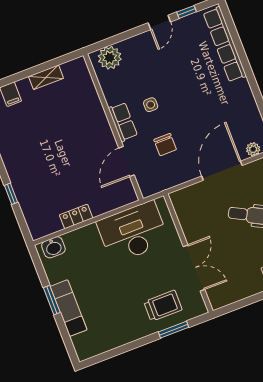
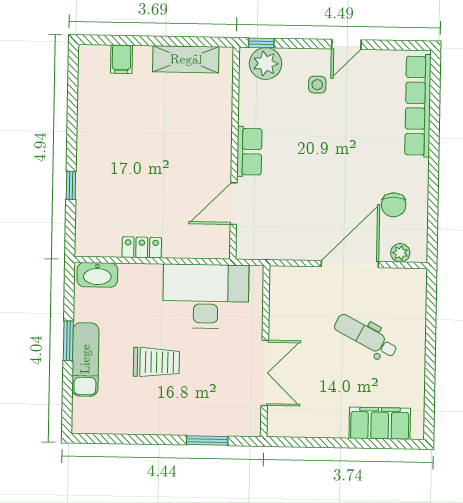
window: (187, 12) -> (261, 43), moved
shelving: (46, 77) -> (186, 59), width x1.50, depth x1.33
side table: (151, 105) -> (317, 85), moved
chair: (165, 145) -> (394, 205), moved
washbasin: (53, 247) -> (97, 275), width x1.38
trolley: (163, 306) -> (156, 362), moved

